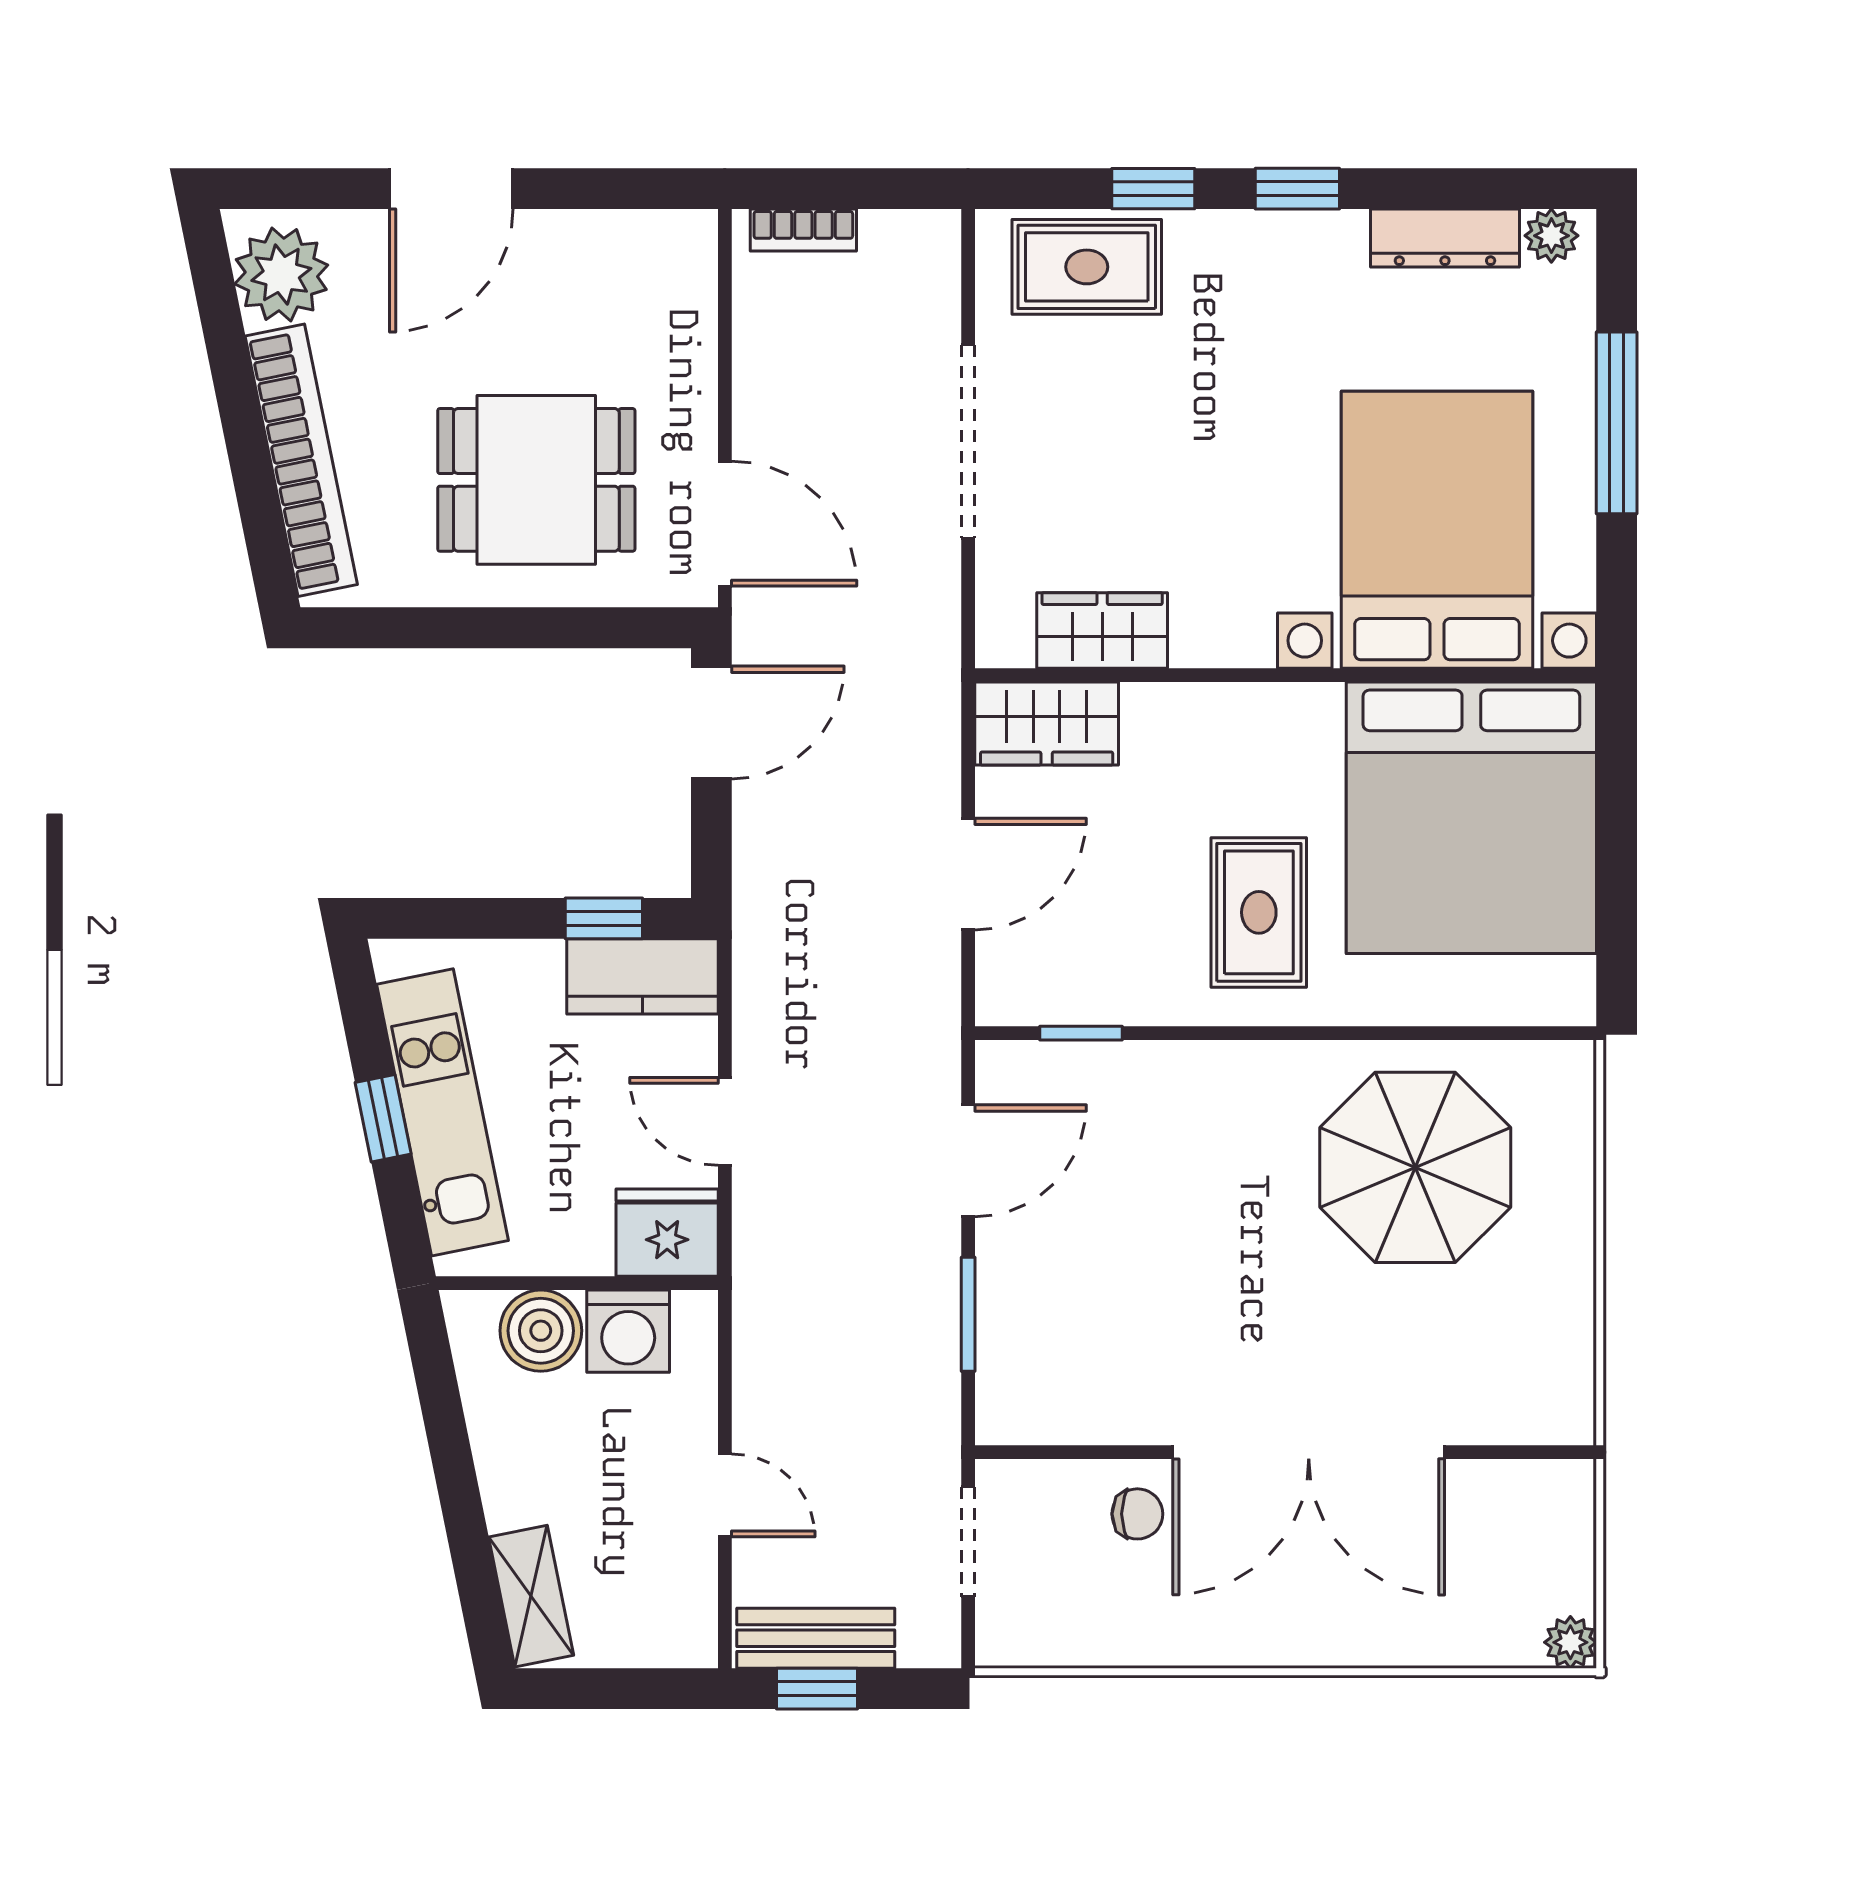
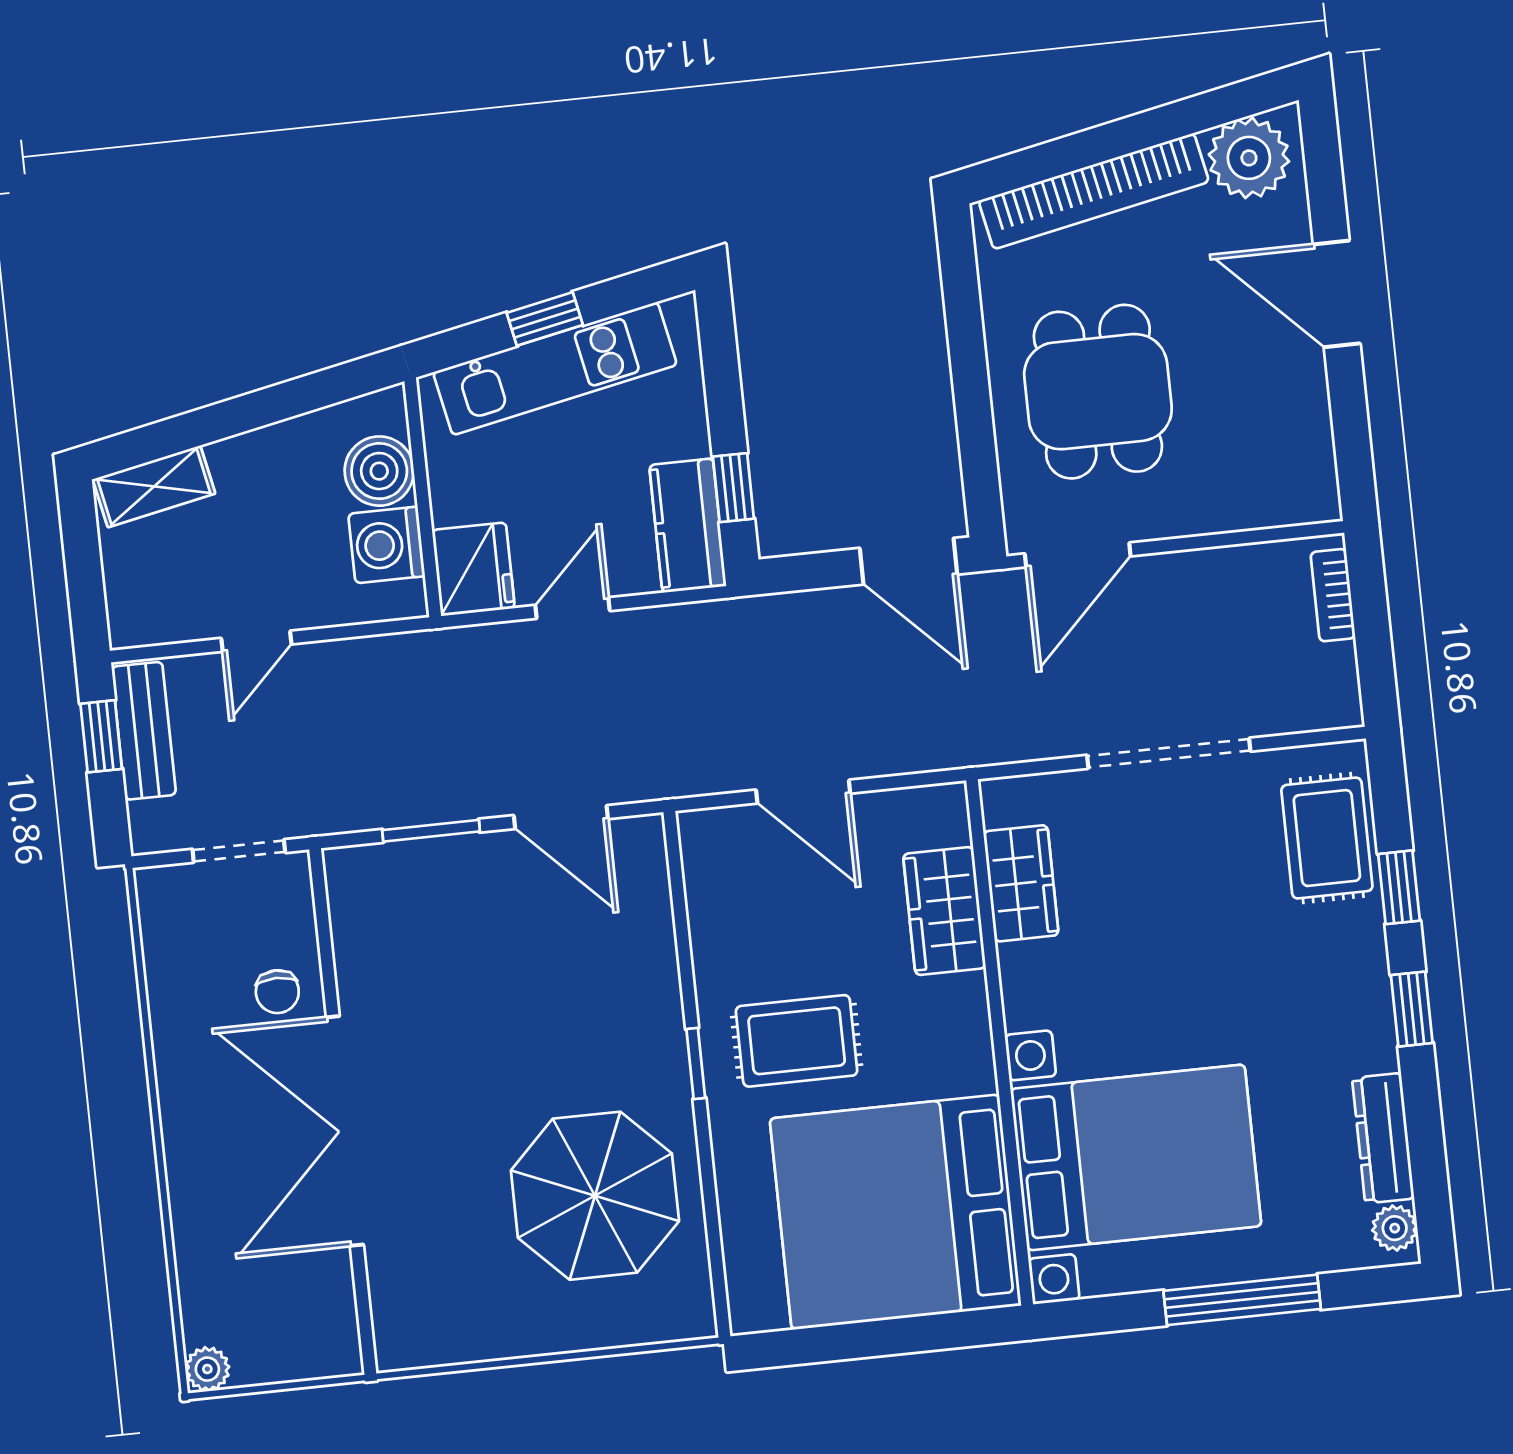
wardrobe: (1047, 723) -> (944, 911), moved
window: (1081, 1033) -> (696, 1063), moved

